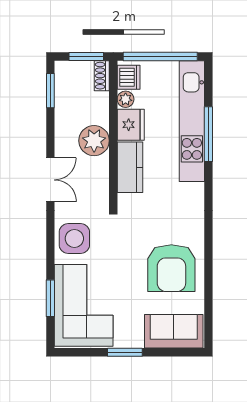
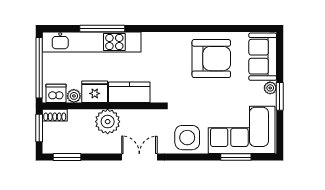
plant: (135, 340) -> (270, 88), added

